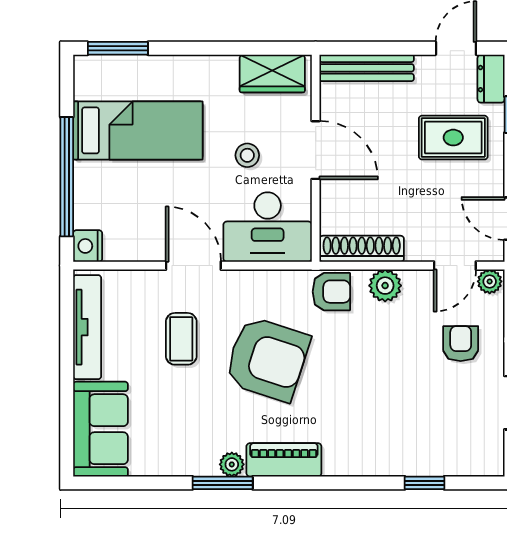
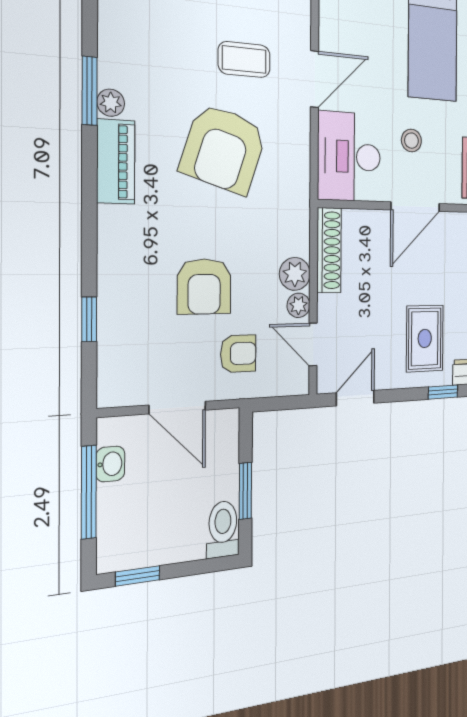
plant: (490, 281) -> (299, 305), moved
armchair: (331, 292) -> (204, 286), moved, width x1.38, depth x1.38

